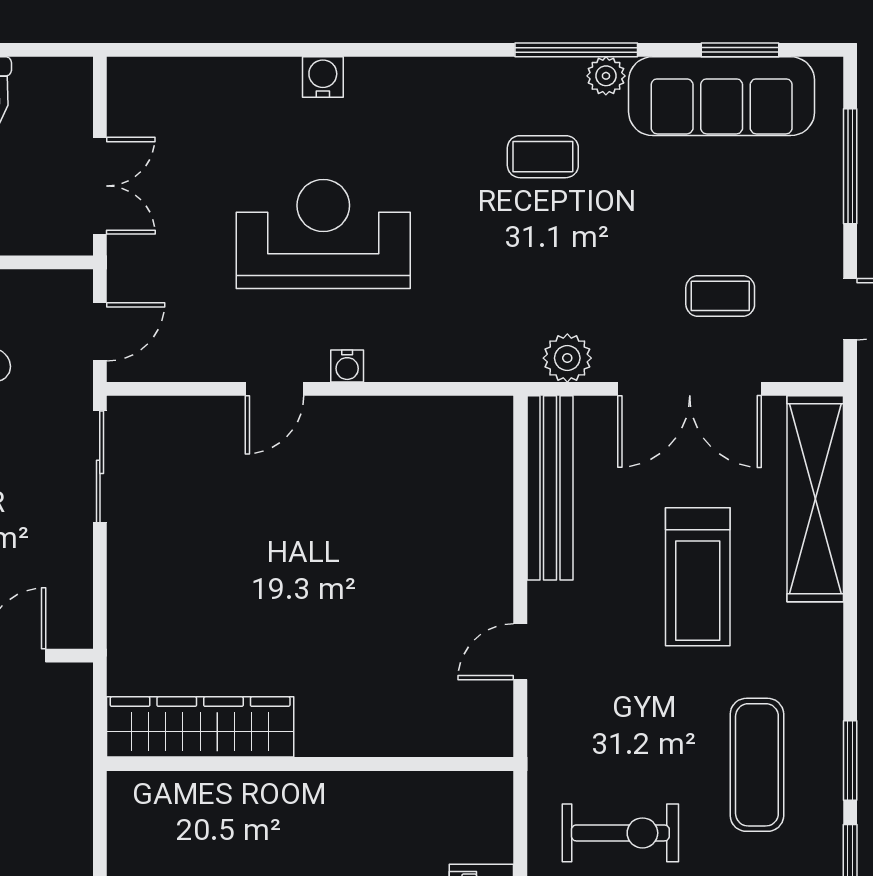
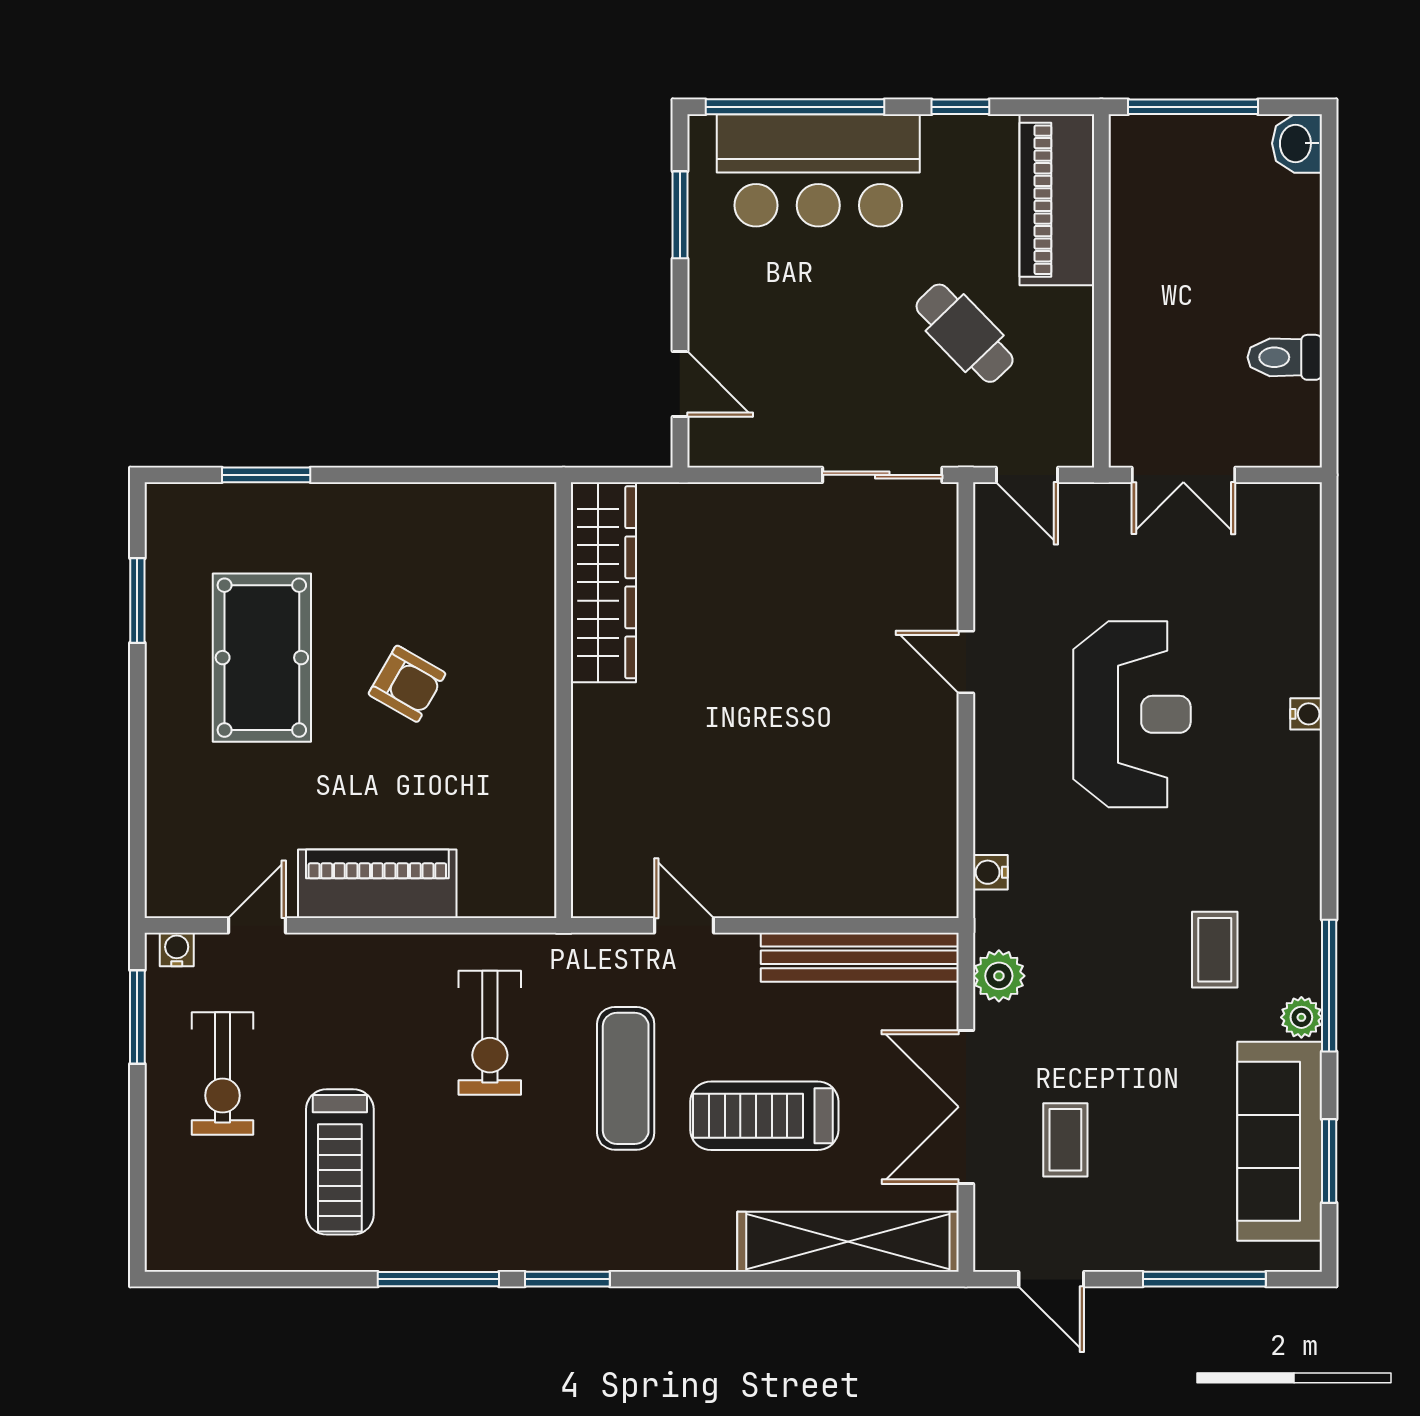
water cooler: (323, 77) -> (1306, 714), width x0.72, depth x0.72
water cooler: (347, 366) -> (990, 872), moved
exercise mat: (757, 765) -> (626, 1078), moved, turned 90

